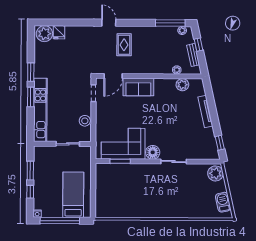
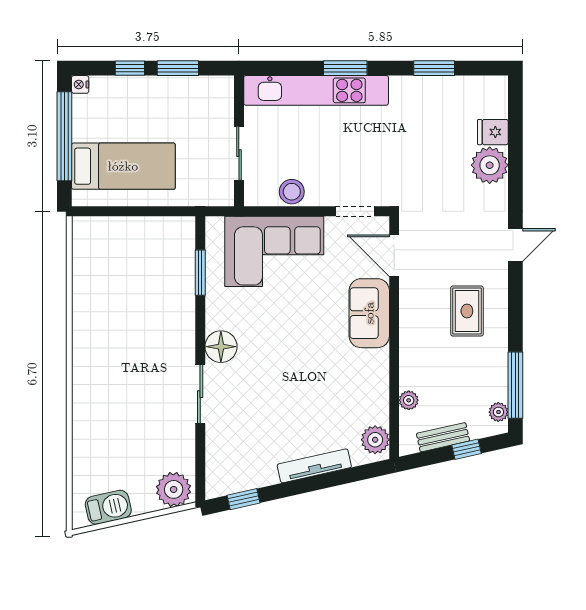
plant: (44, 34) -> (490, 165), moved
rug: (124, 45) -> (467, 311), moved, turned 90
window: (31, 72) -> (434, 68), moved
plant: (182, 85) -> (375, 440), moved
corner sofa: (123, 144) -> (274, 251), moved, turned 90

